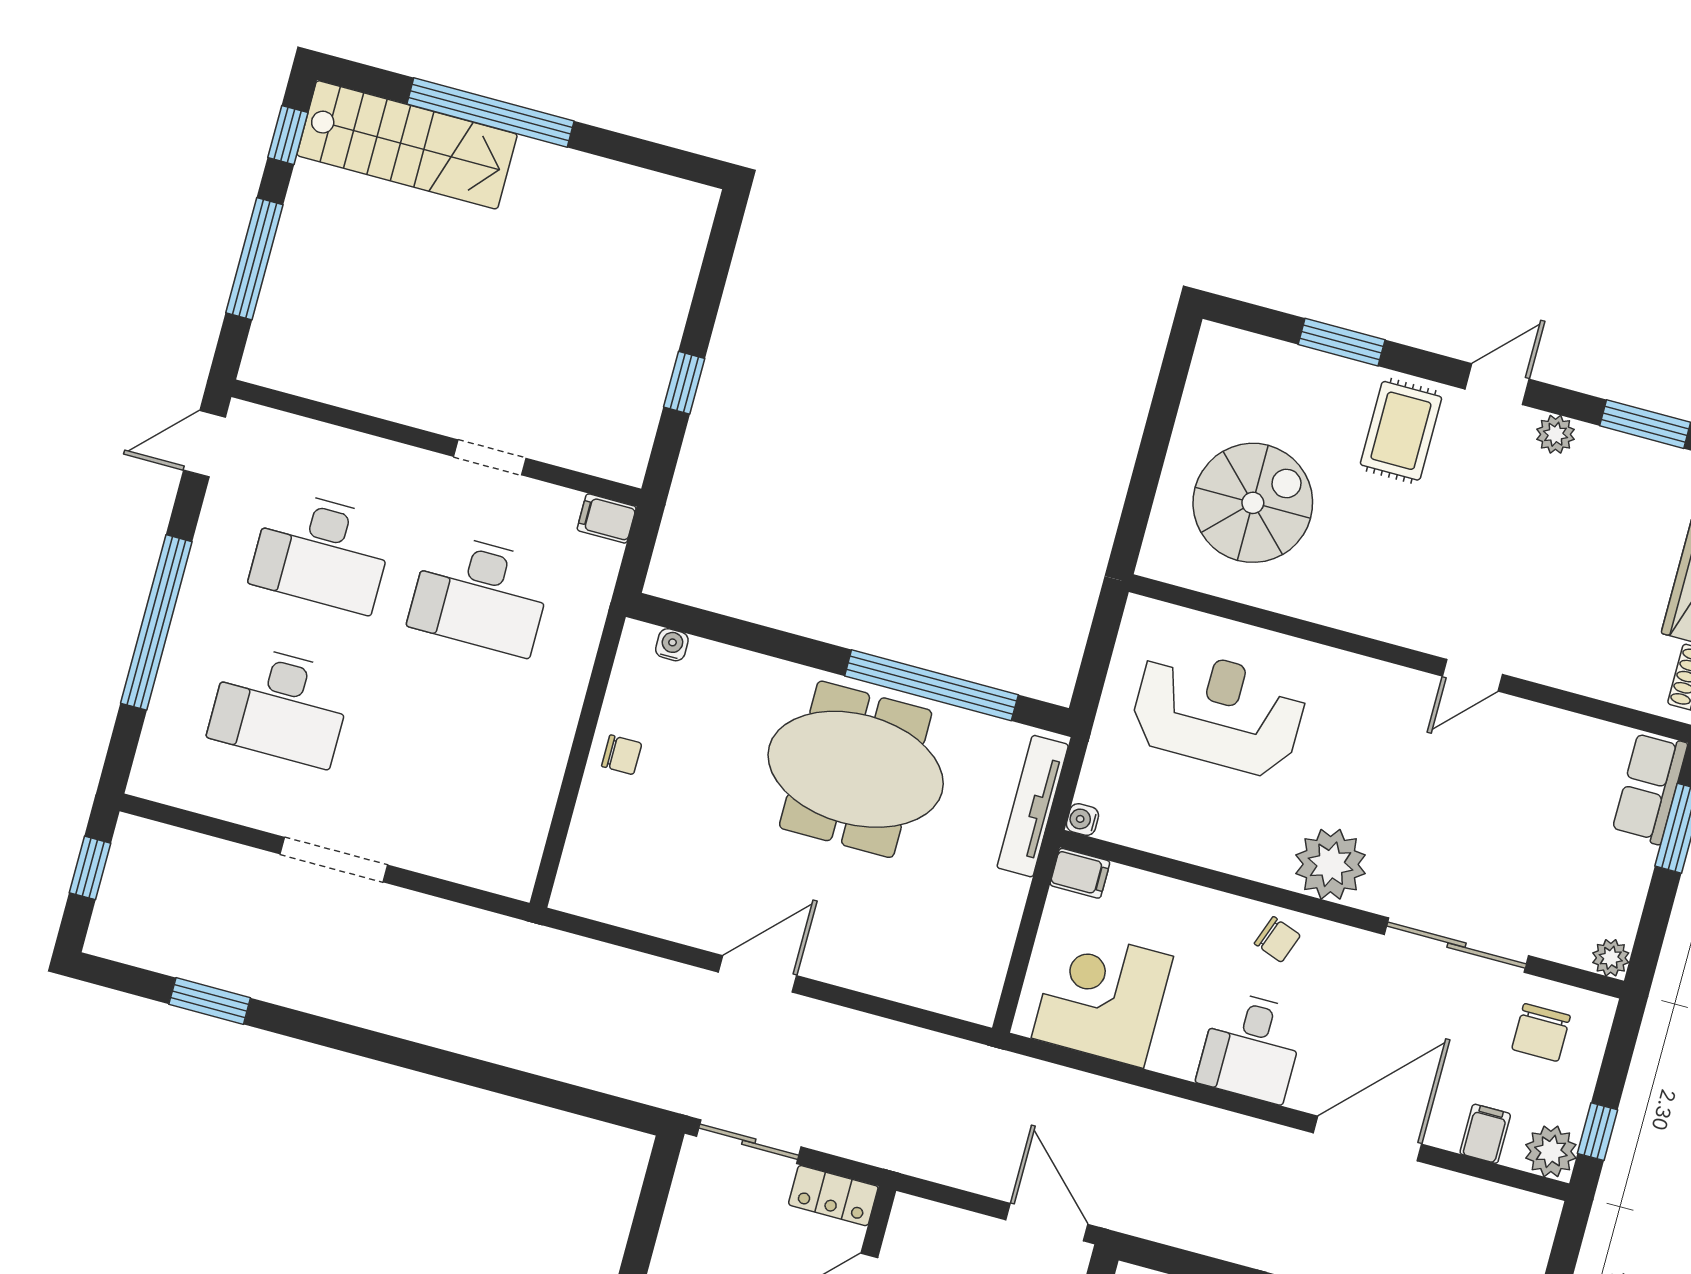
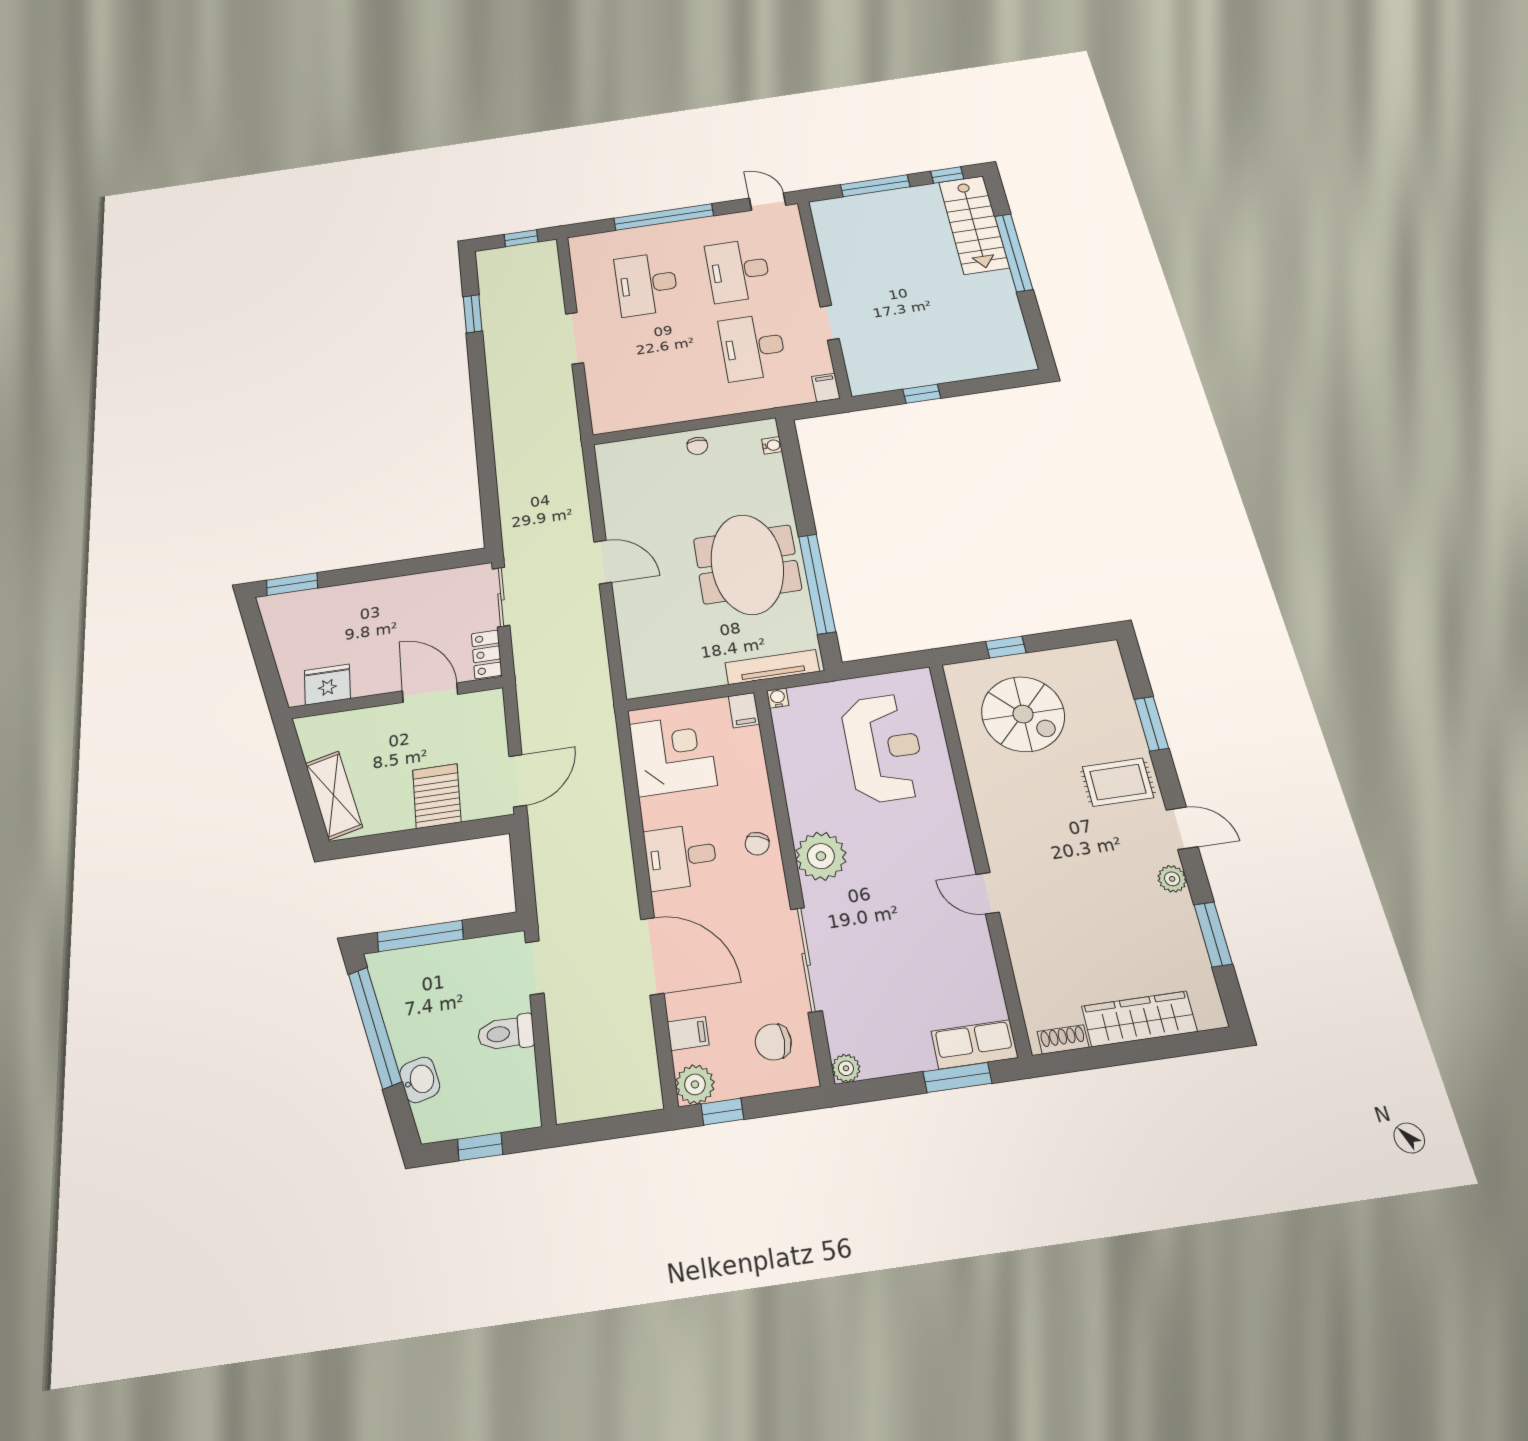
window: (1146, 475) -> (1006, 647), added

